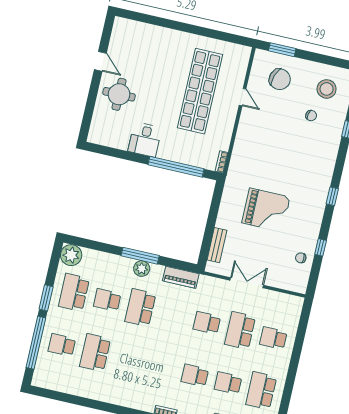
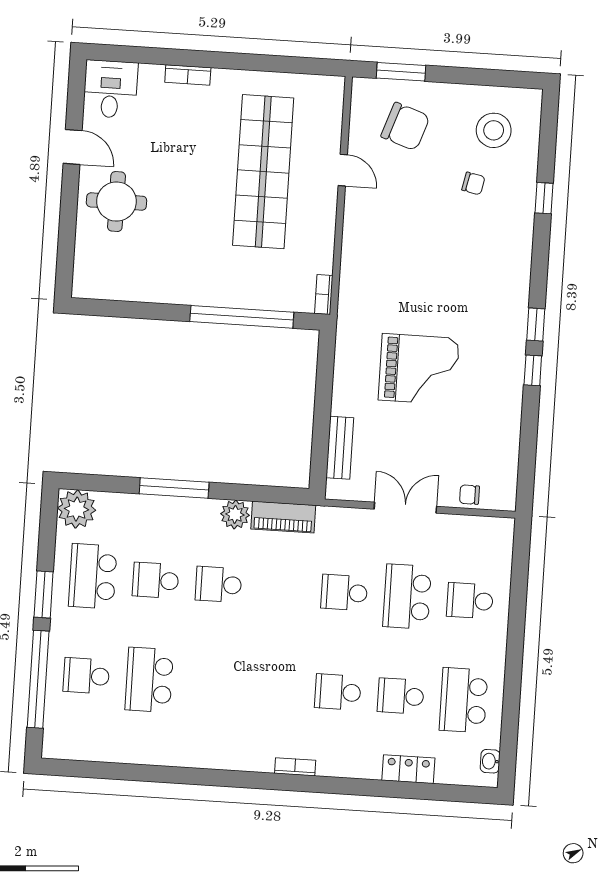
bookcase: (168, 33) -> (188, 75), added
desk: (145, 140) -> (110, 89), moved, turned 180
window: (321, 247) -> (533, 370), moved
window: (140, 256) -> (174, 488), moved
chair: (301, 258) -> (469, 495), moved
plant: (142, 269) -> (235, 514), moved
school desk: (140, 308) -> (218, 584), width x0.54

